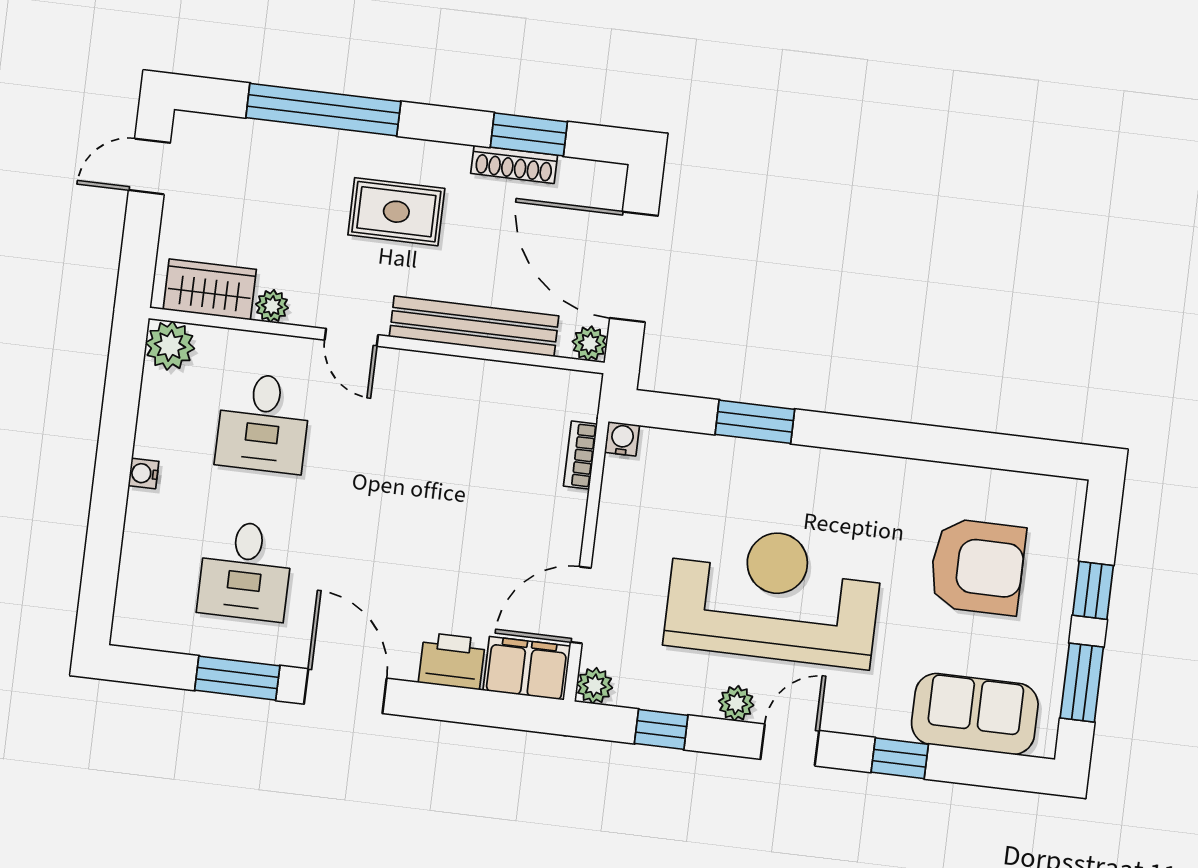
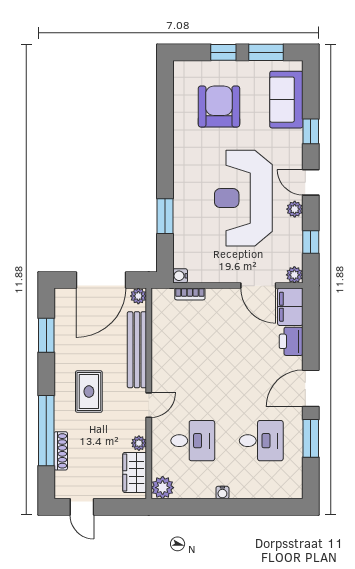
shoe rack: (514, 164) -> (61, 451), moved

